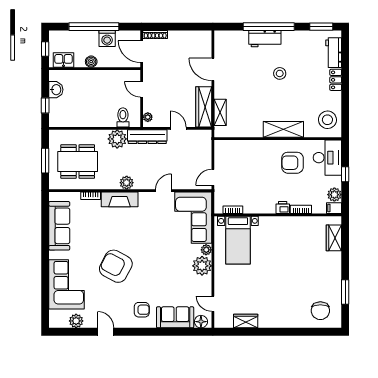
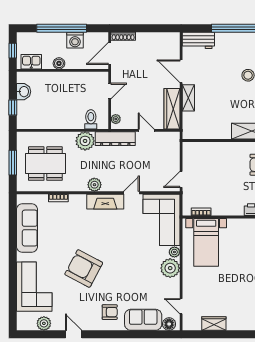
workbench: (265, 39) -> (198, 40), moved
door: (142, 52) -> (110, 53), hinge flipped
door: (142, 89) -> (110, 91), swing flipped
shelving: (220, 112) -> (188, 98), moved
fireplace: (120, 199) -> (105, 202), moved

